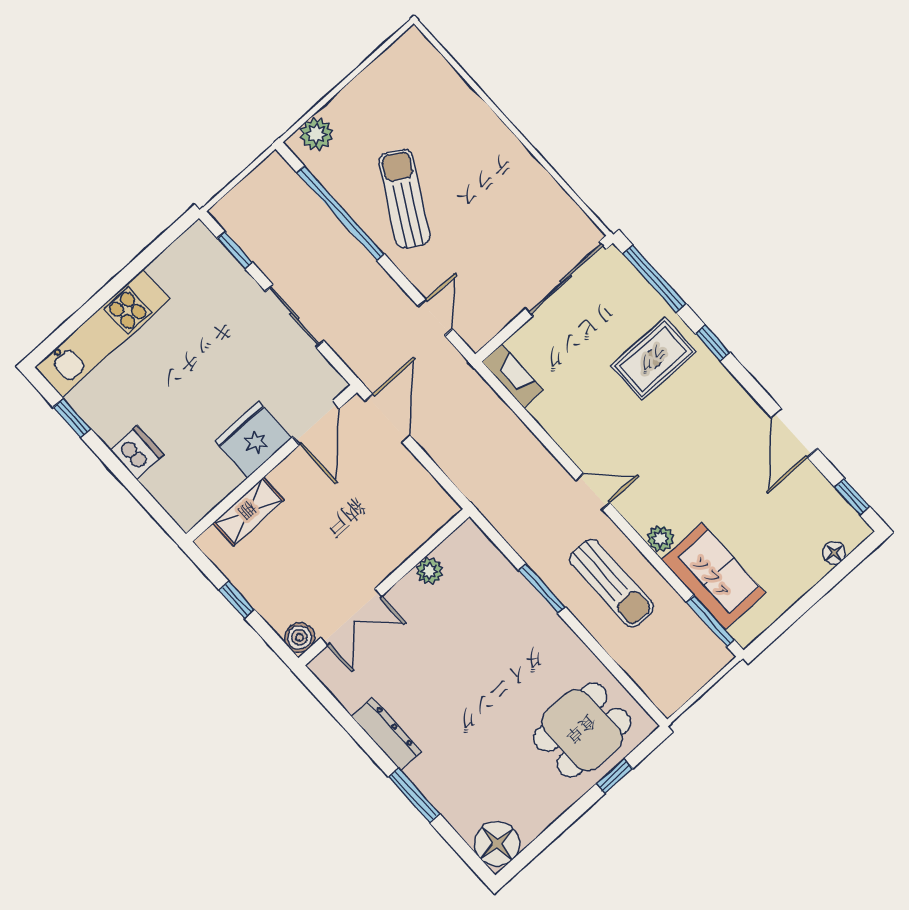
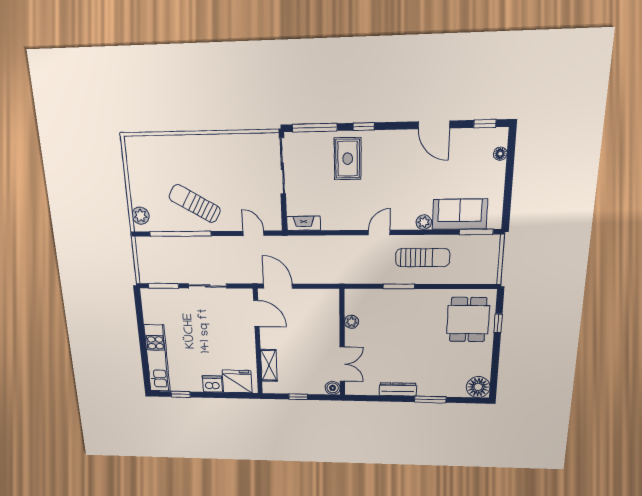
window: (235, 250) -> (163, 286), width x1.50
fridge: (253, 439) -> (237, 381), moved, turned 90

